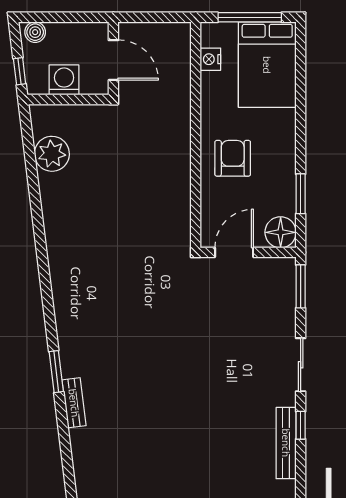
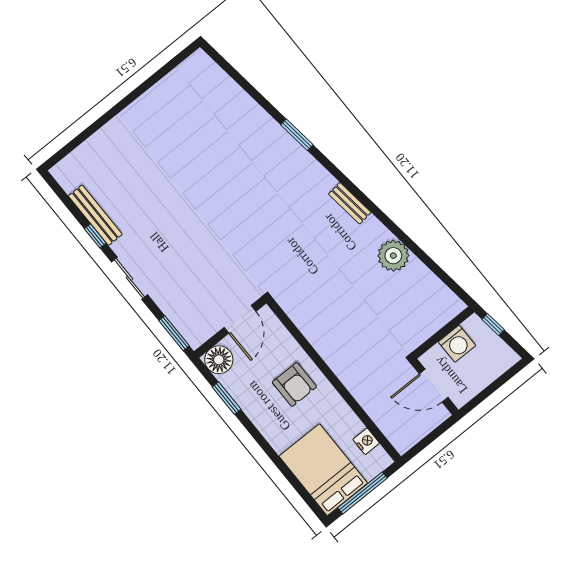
boiler: (35, 32) -> (504, 361), removed
plant: (52, 154) -> (393, 256), moved
bench: (74, 403) -> (350, 203), moved

